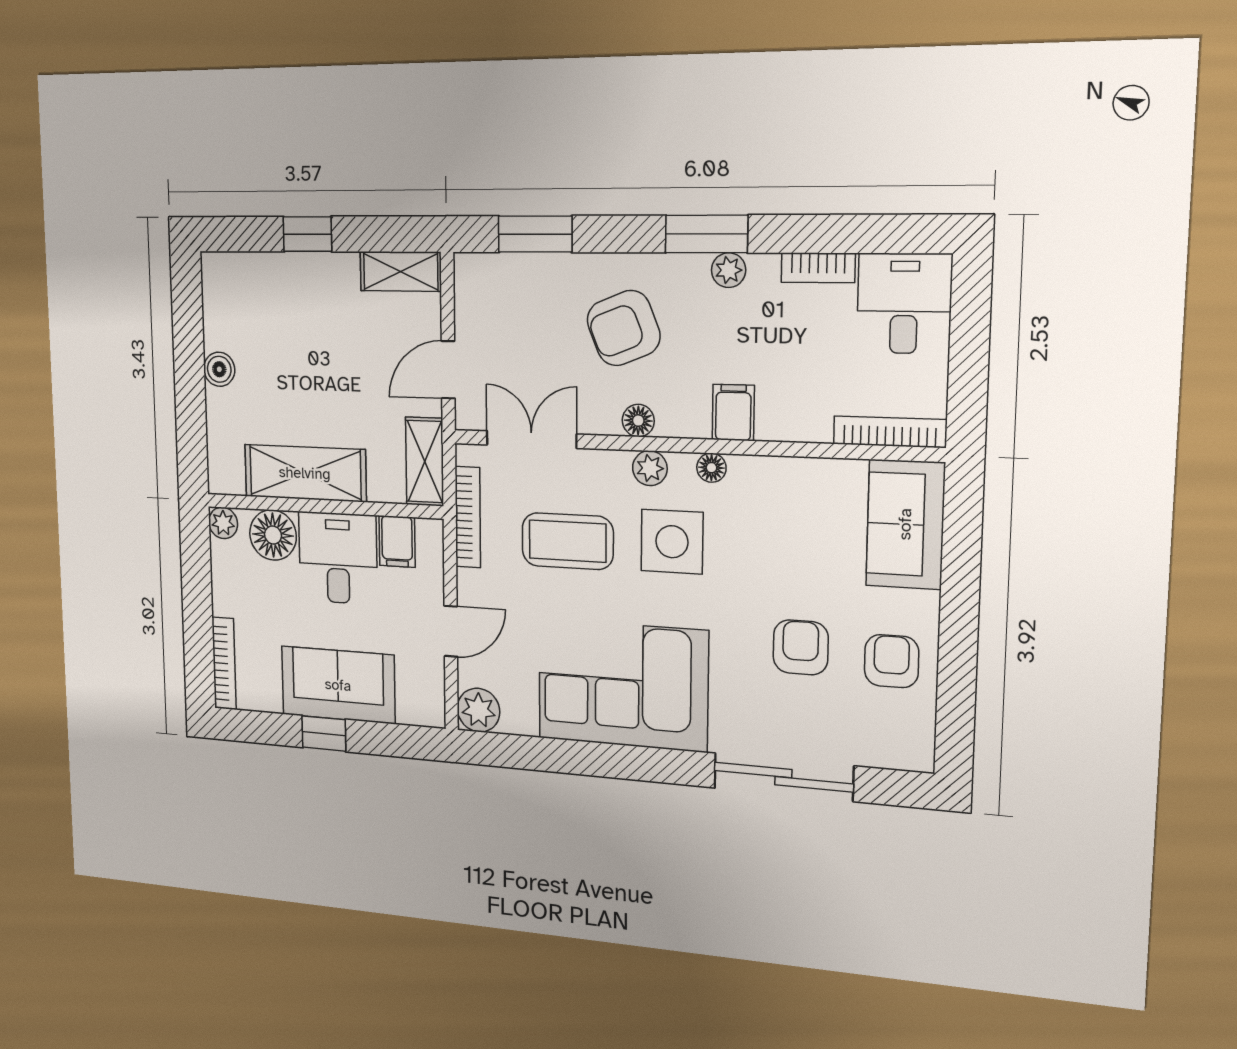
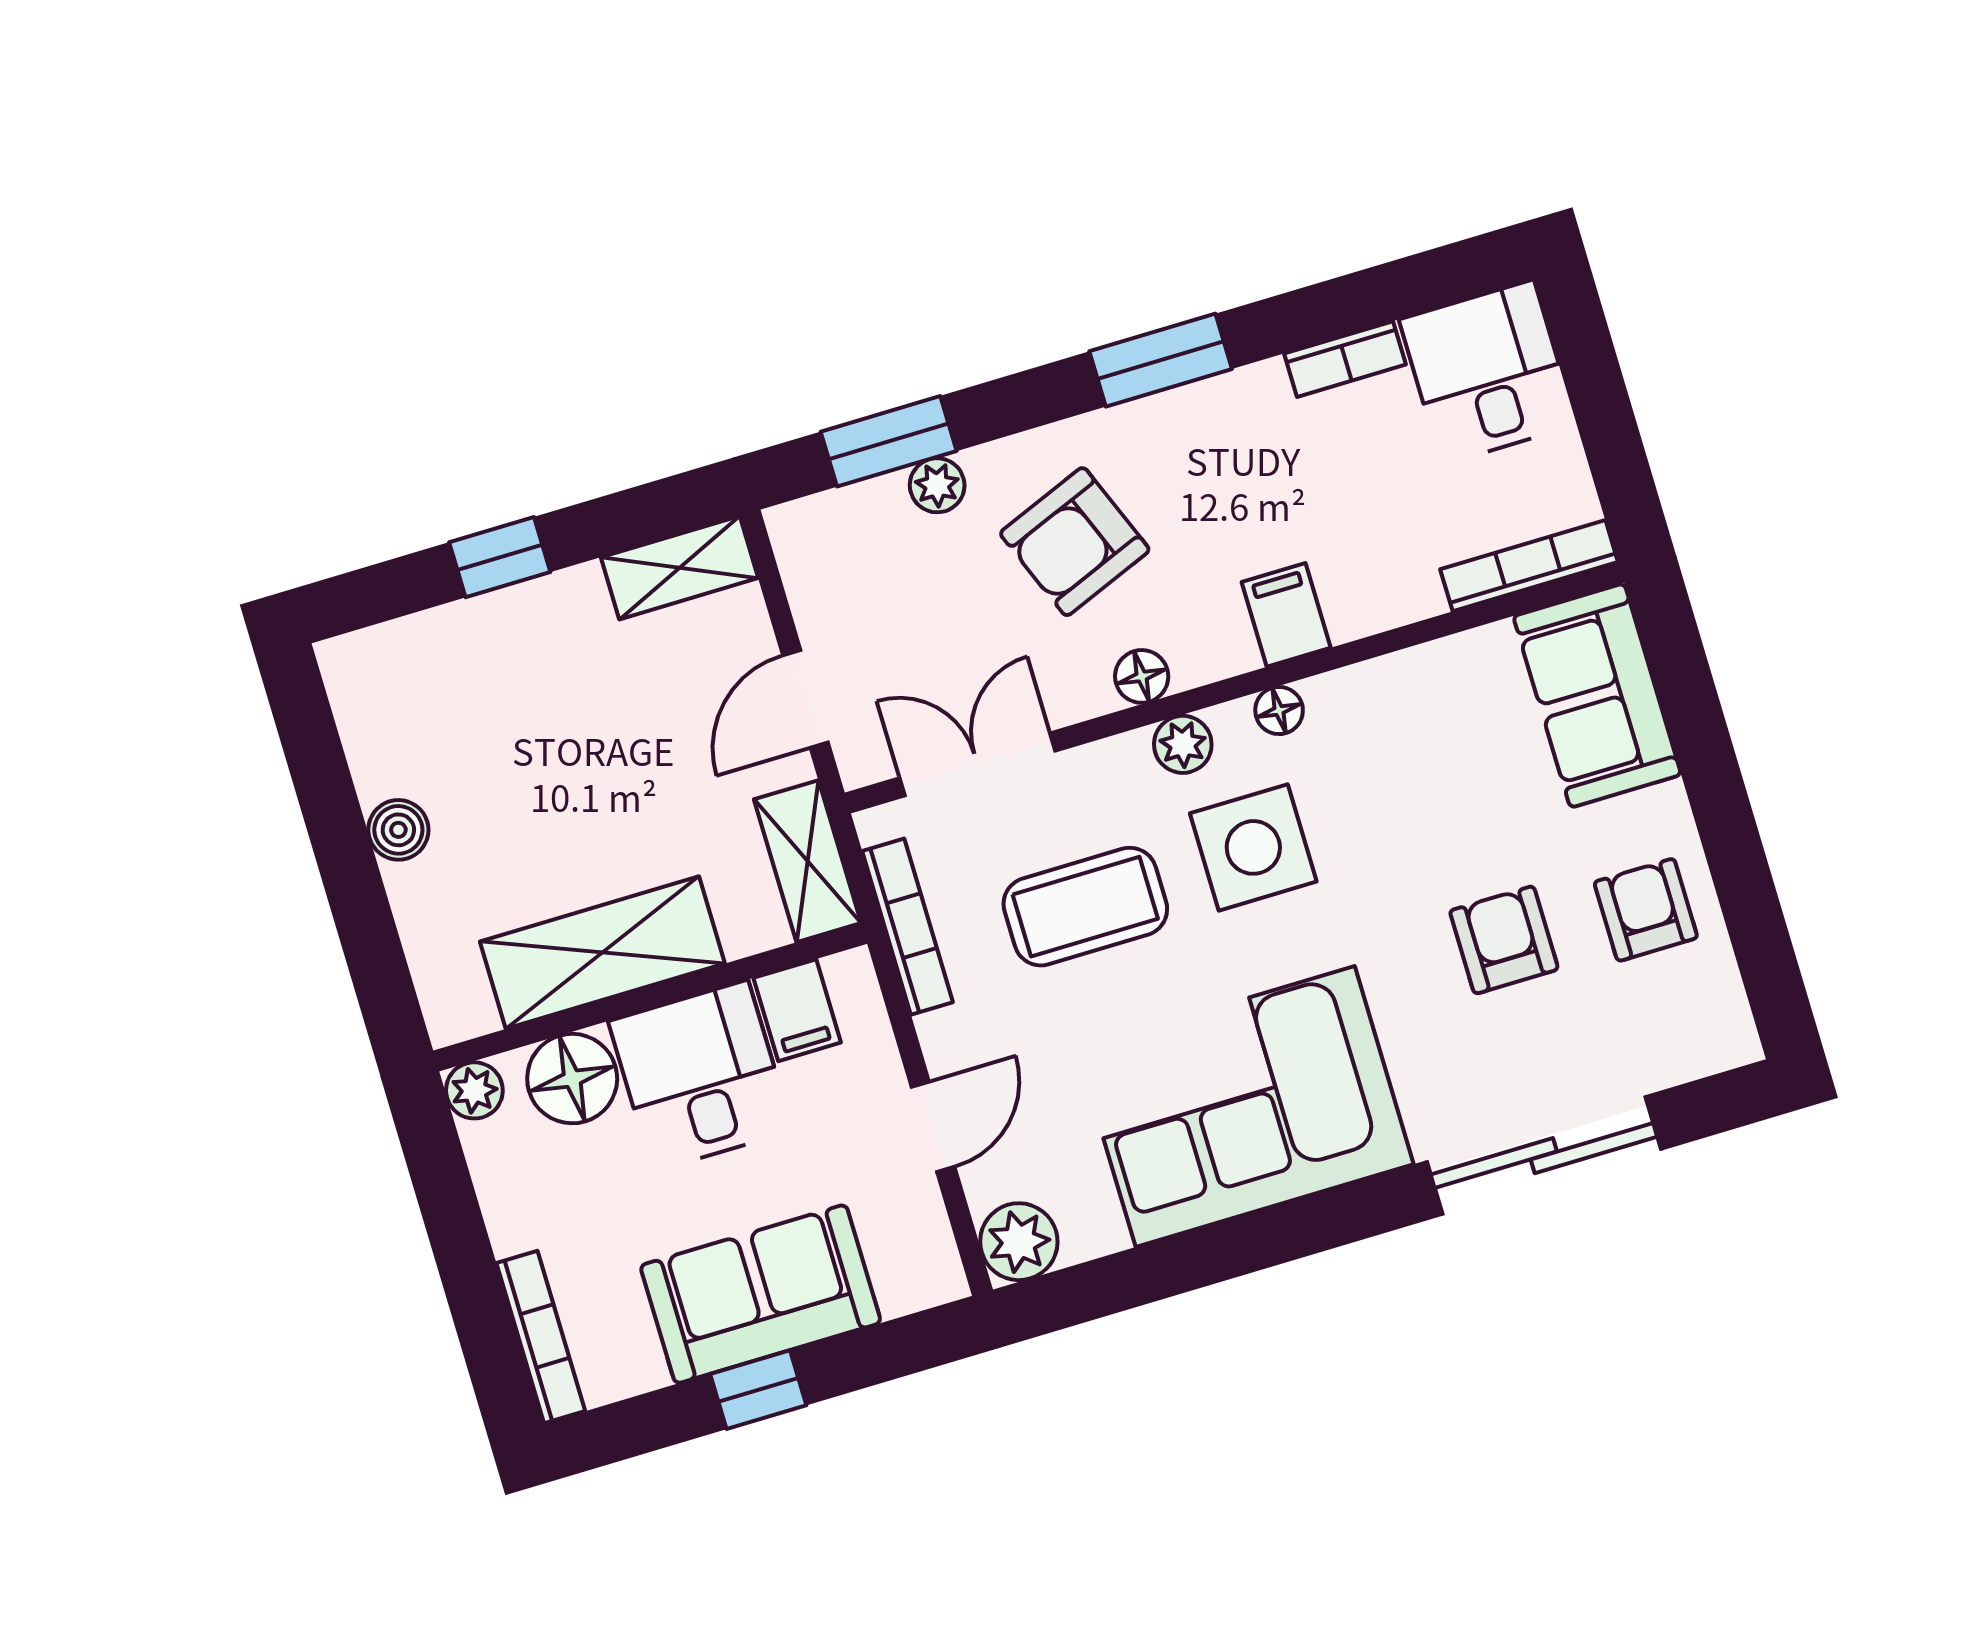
plant: (729, 270) -> (937, 485), moved

